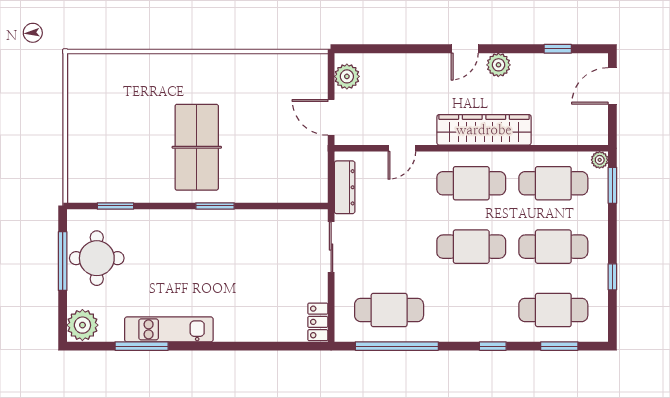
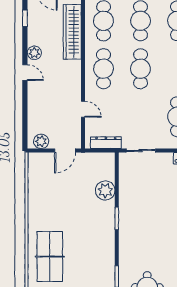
wardrobe: (484, 130) -> (72, 32), moved
table tennis table: (197, 147) -> (50, 257), moved, turned 90
plant: (263, 186) -> (105, 191), added

